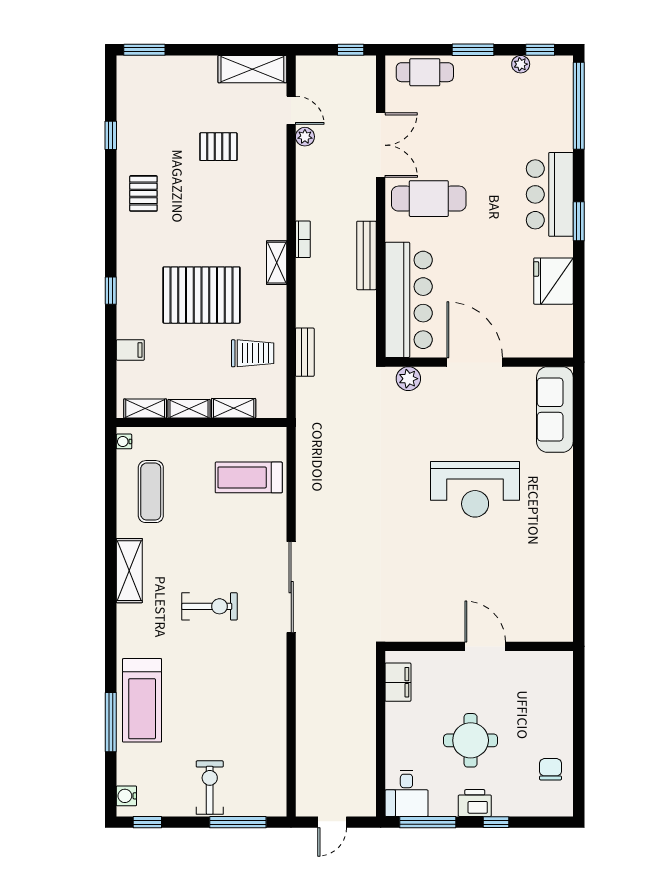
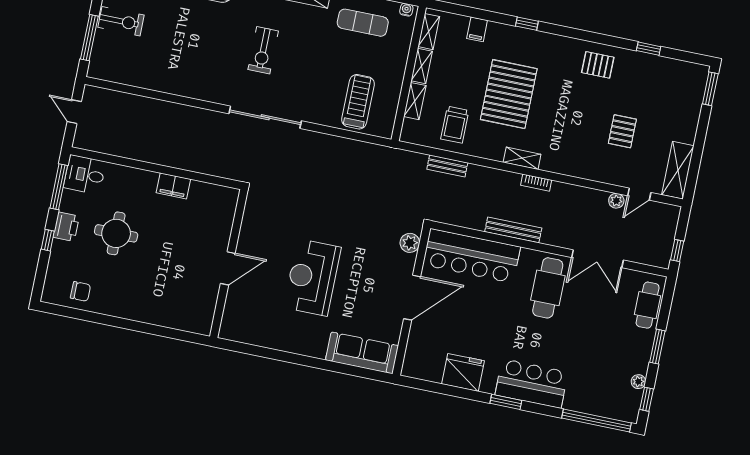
wall: (479, 646) -> (229, 264), moved
door: (485, 646) -> (228, 268), moved

